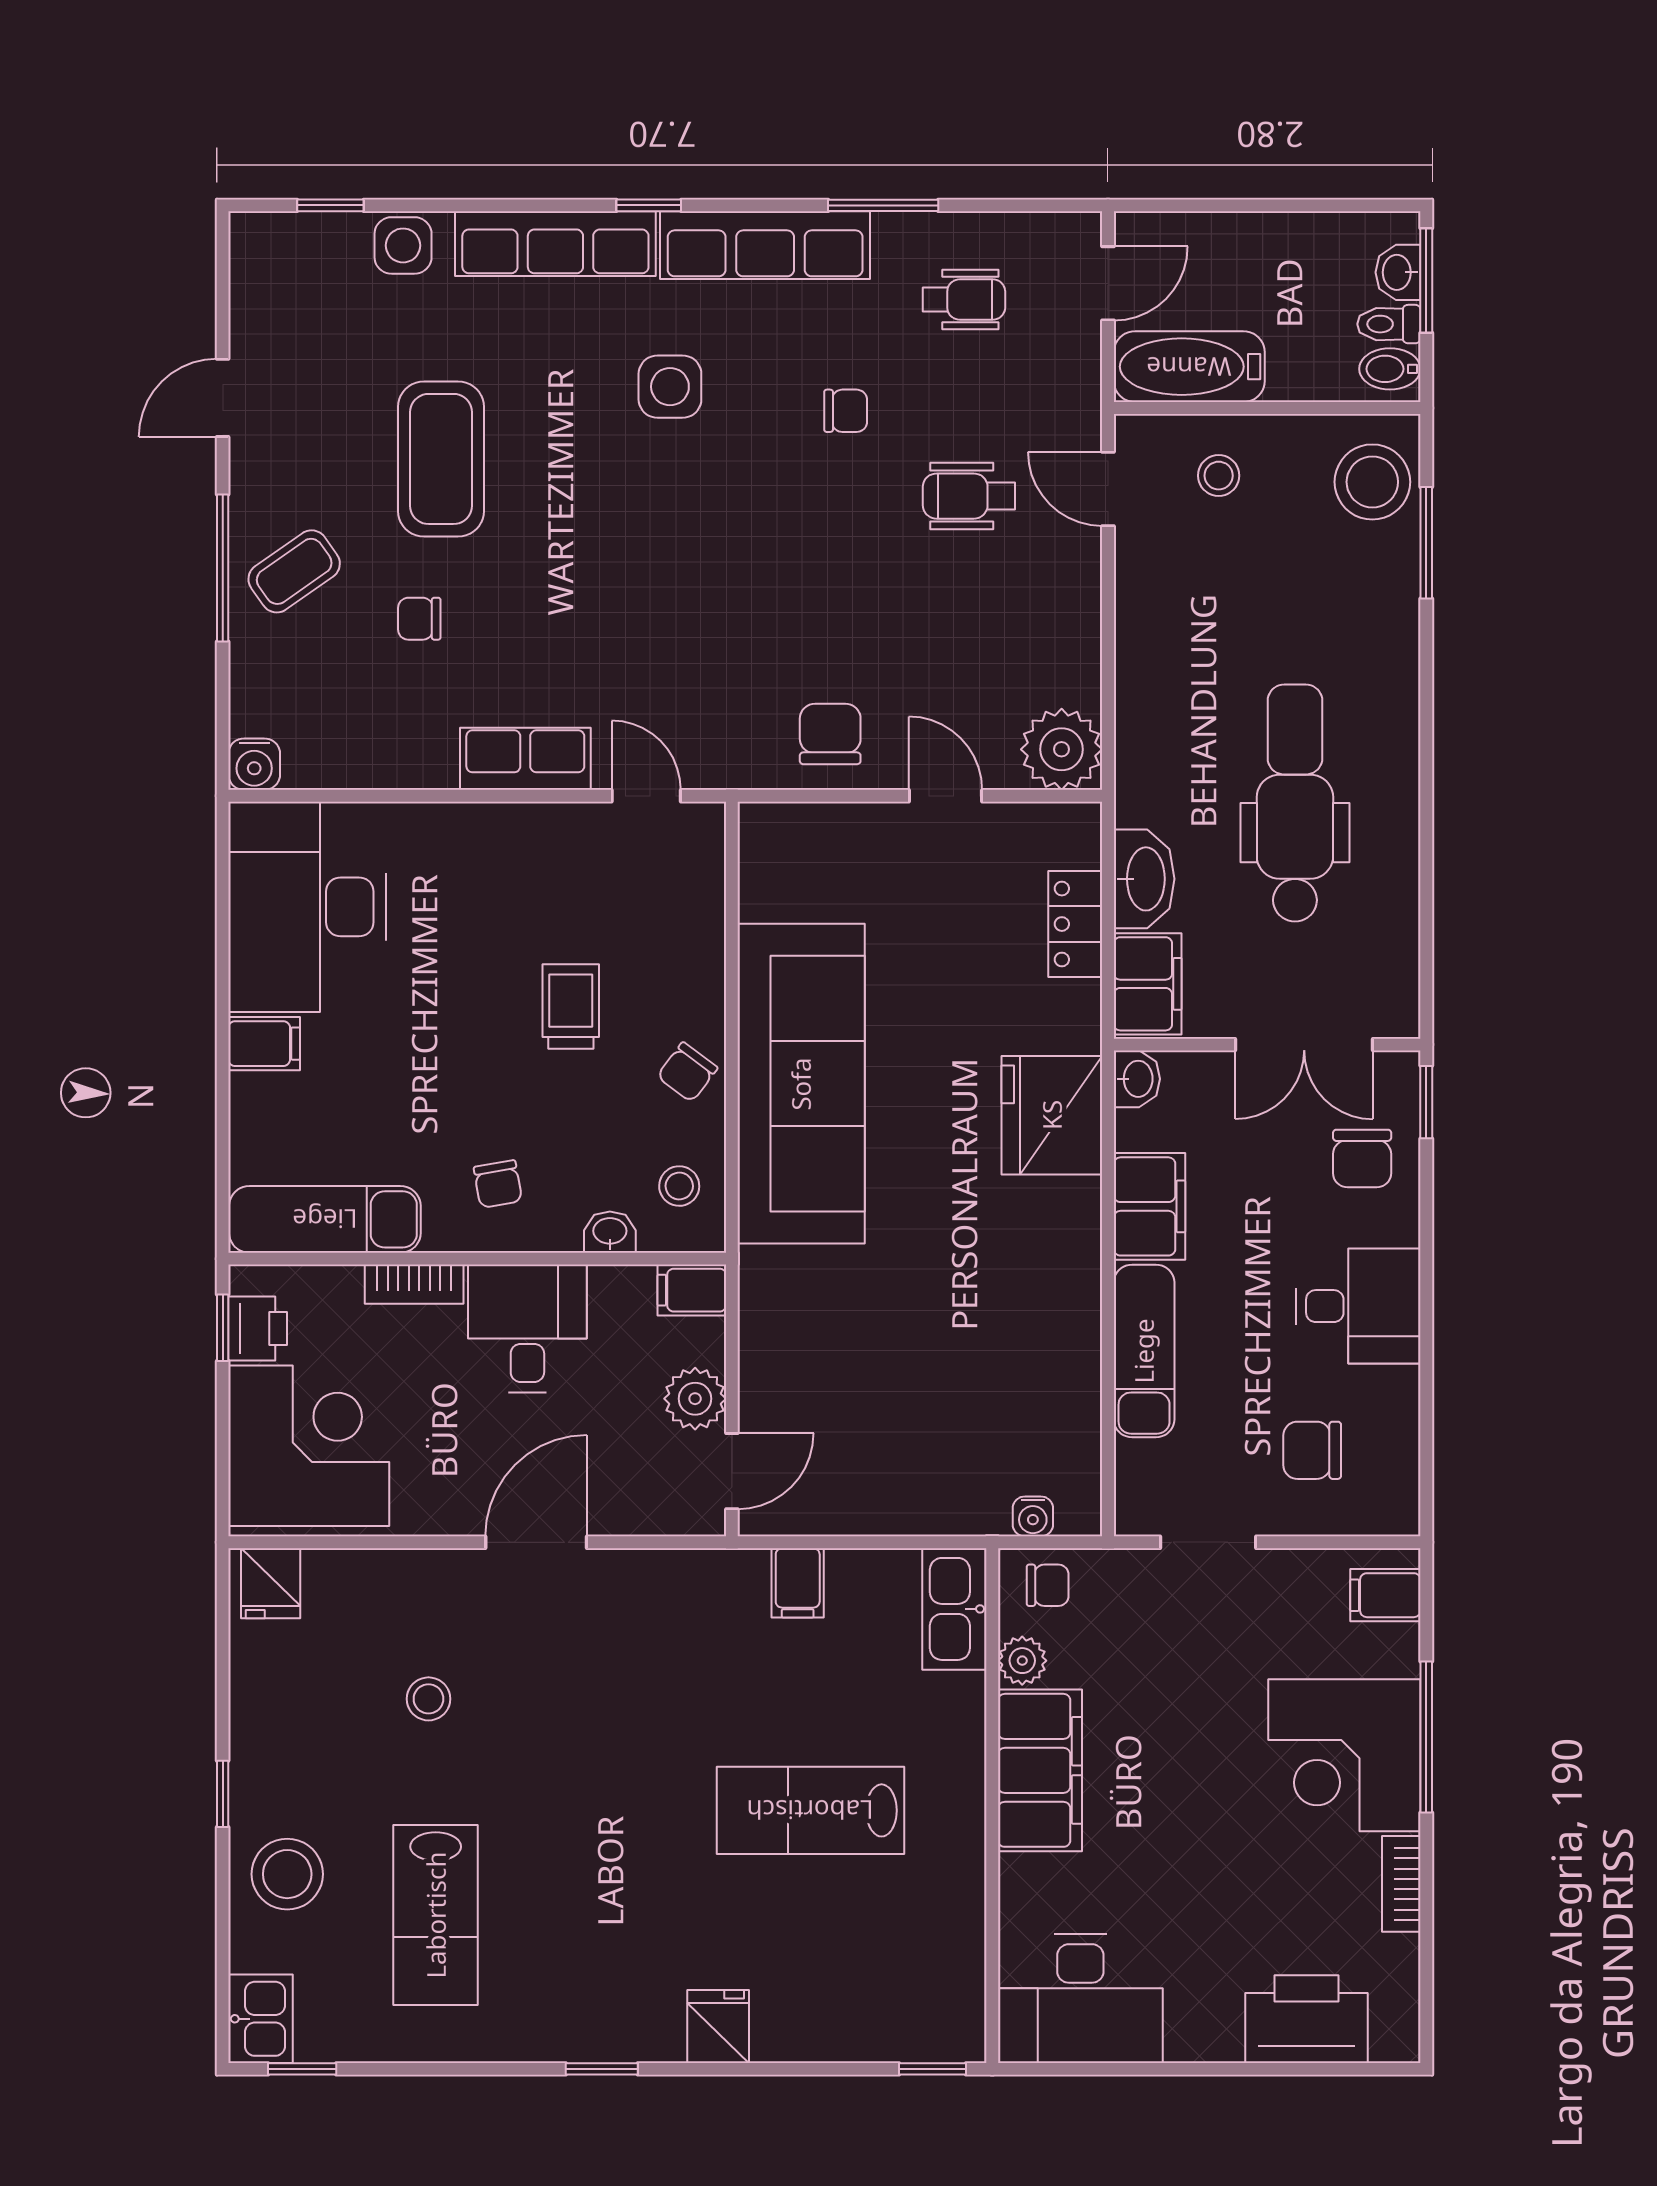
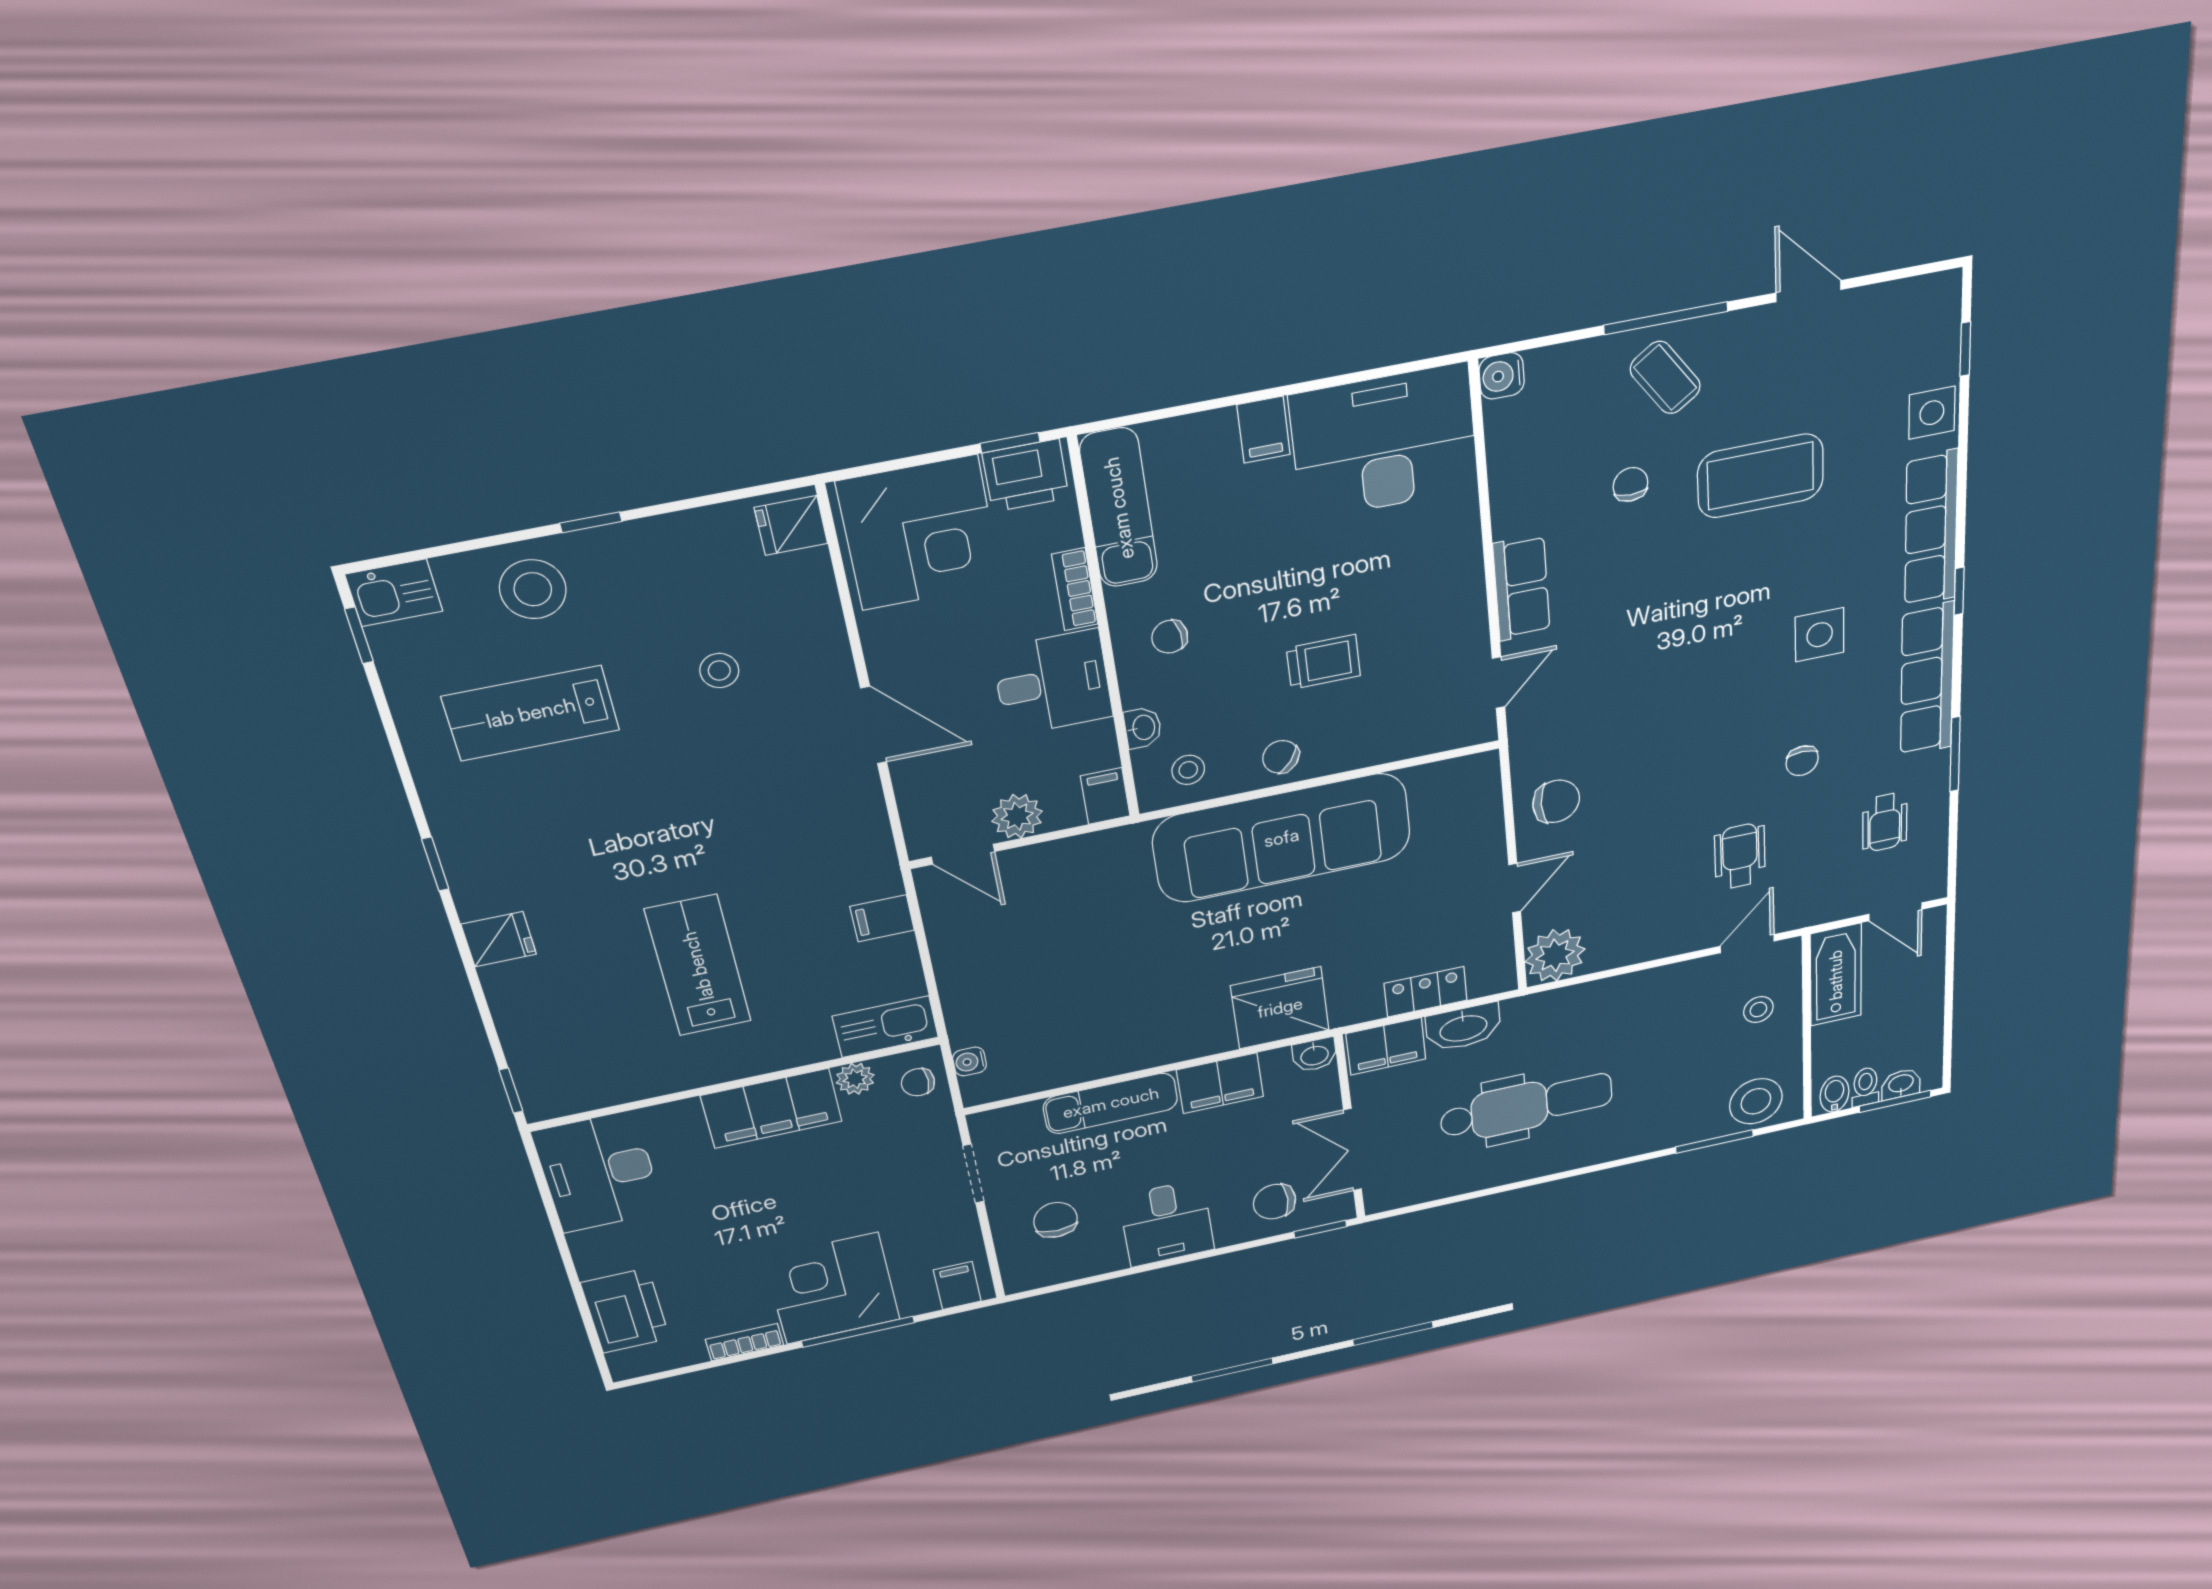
printer: (258, 1329) -> (1026, 476), width x1.36, depth x1.24
chair: (1048, 1585) -> (918, 1082), turned 90

